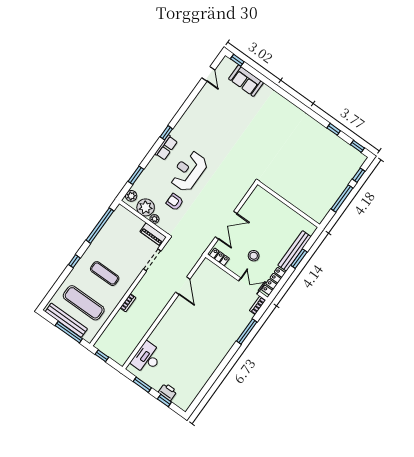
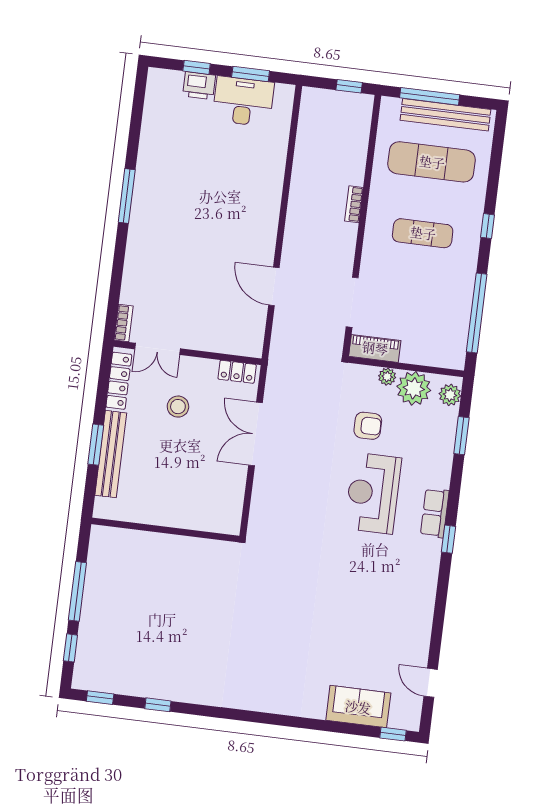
reception desk: (189, 171) -> (373, 493), turned 180
window: (247, 331) -> (127, 196), moved
desk: (147, 358) -> (243, 101), moved, turned -90

